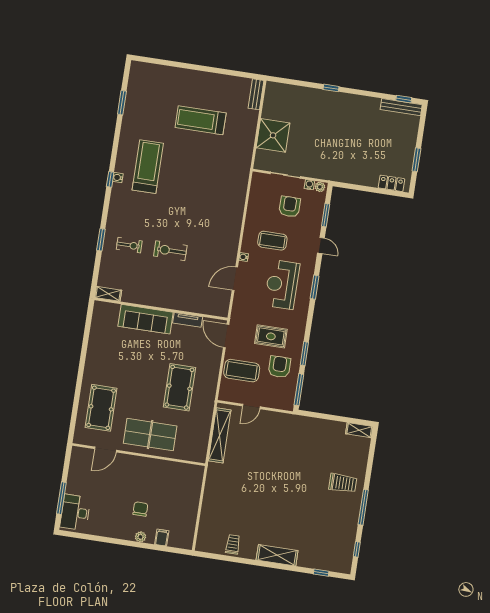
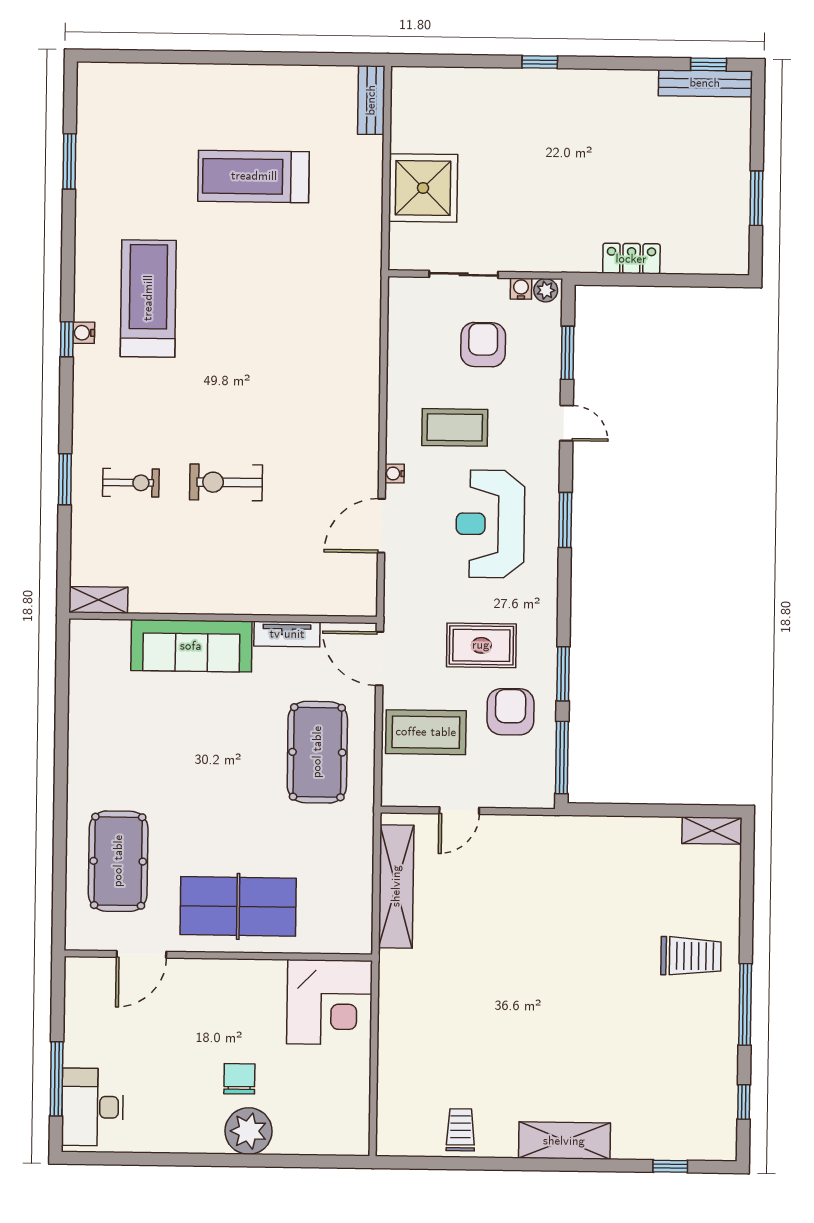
locker: (391, 183) -> (631, 259), moved
pool table: (179, 387) -> (317, 752), moved
corner desk: (184, 481) -> (329, 1002), added
plant: (140, 537) -> (249, 1131), width x1.87, depth x1.87
filing cabinet: (162, 538) -> (297, 1137), removed

